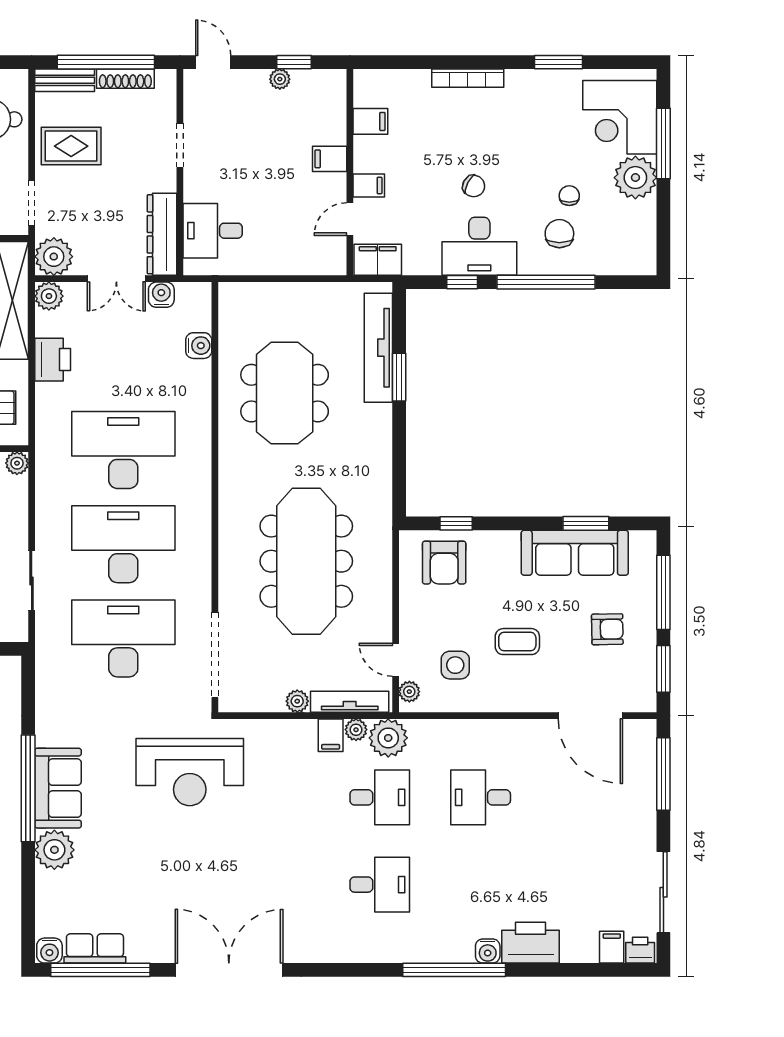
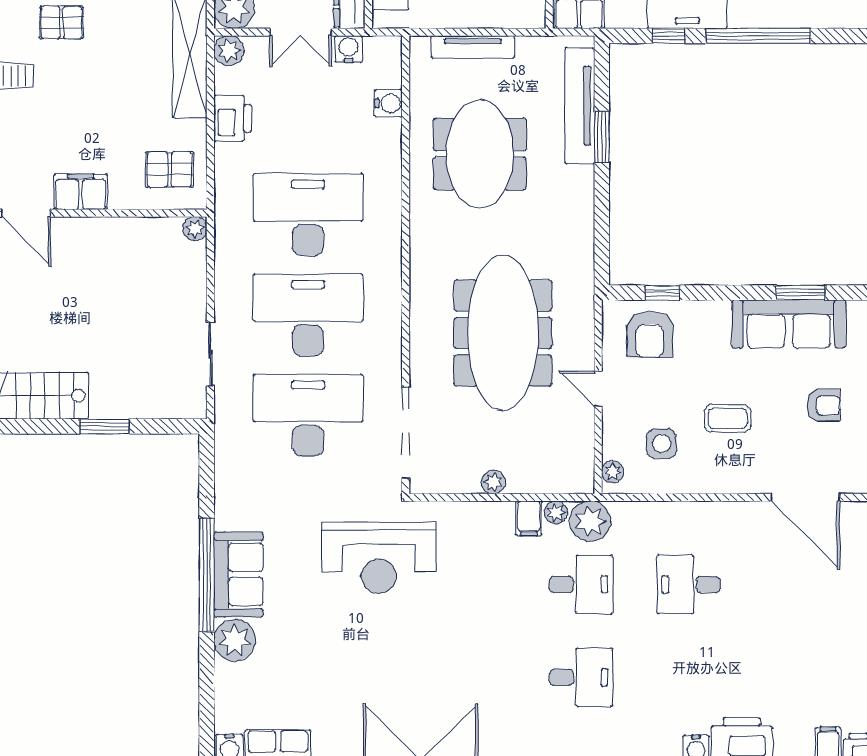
door: (396, 660) -> (598, 389), moved
tv unit: (350, 702) -> (473, 47), moved, turned 180

